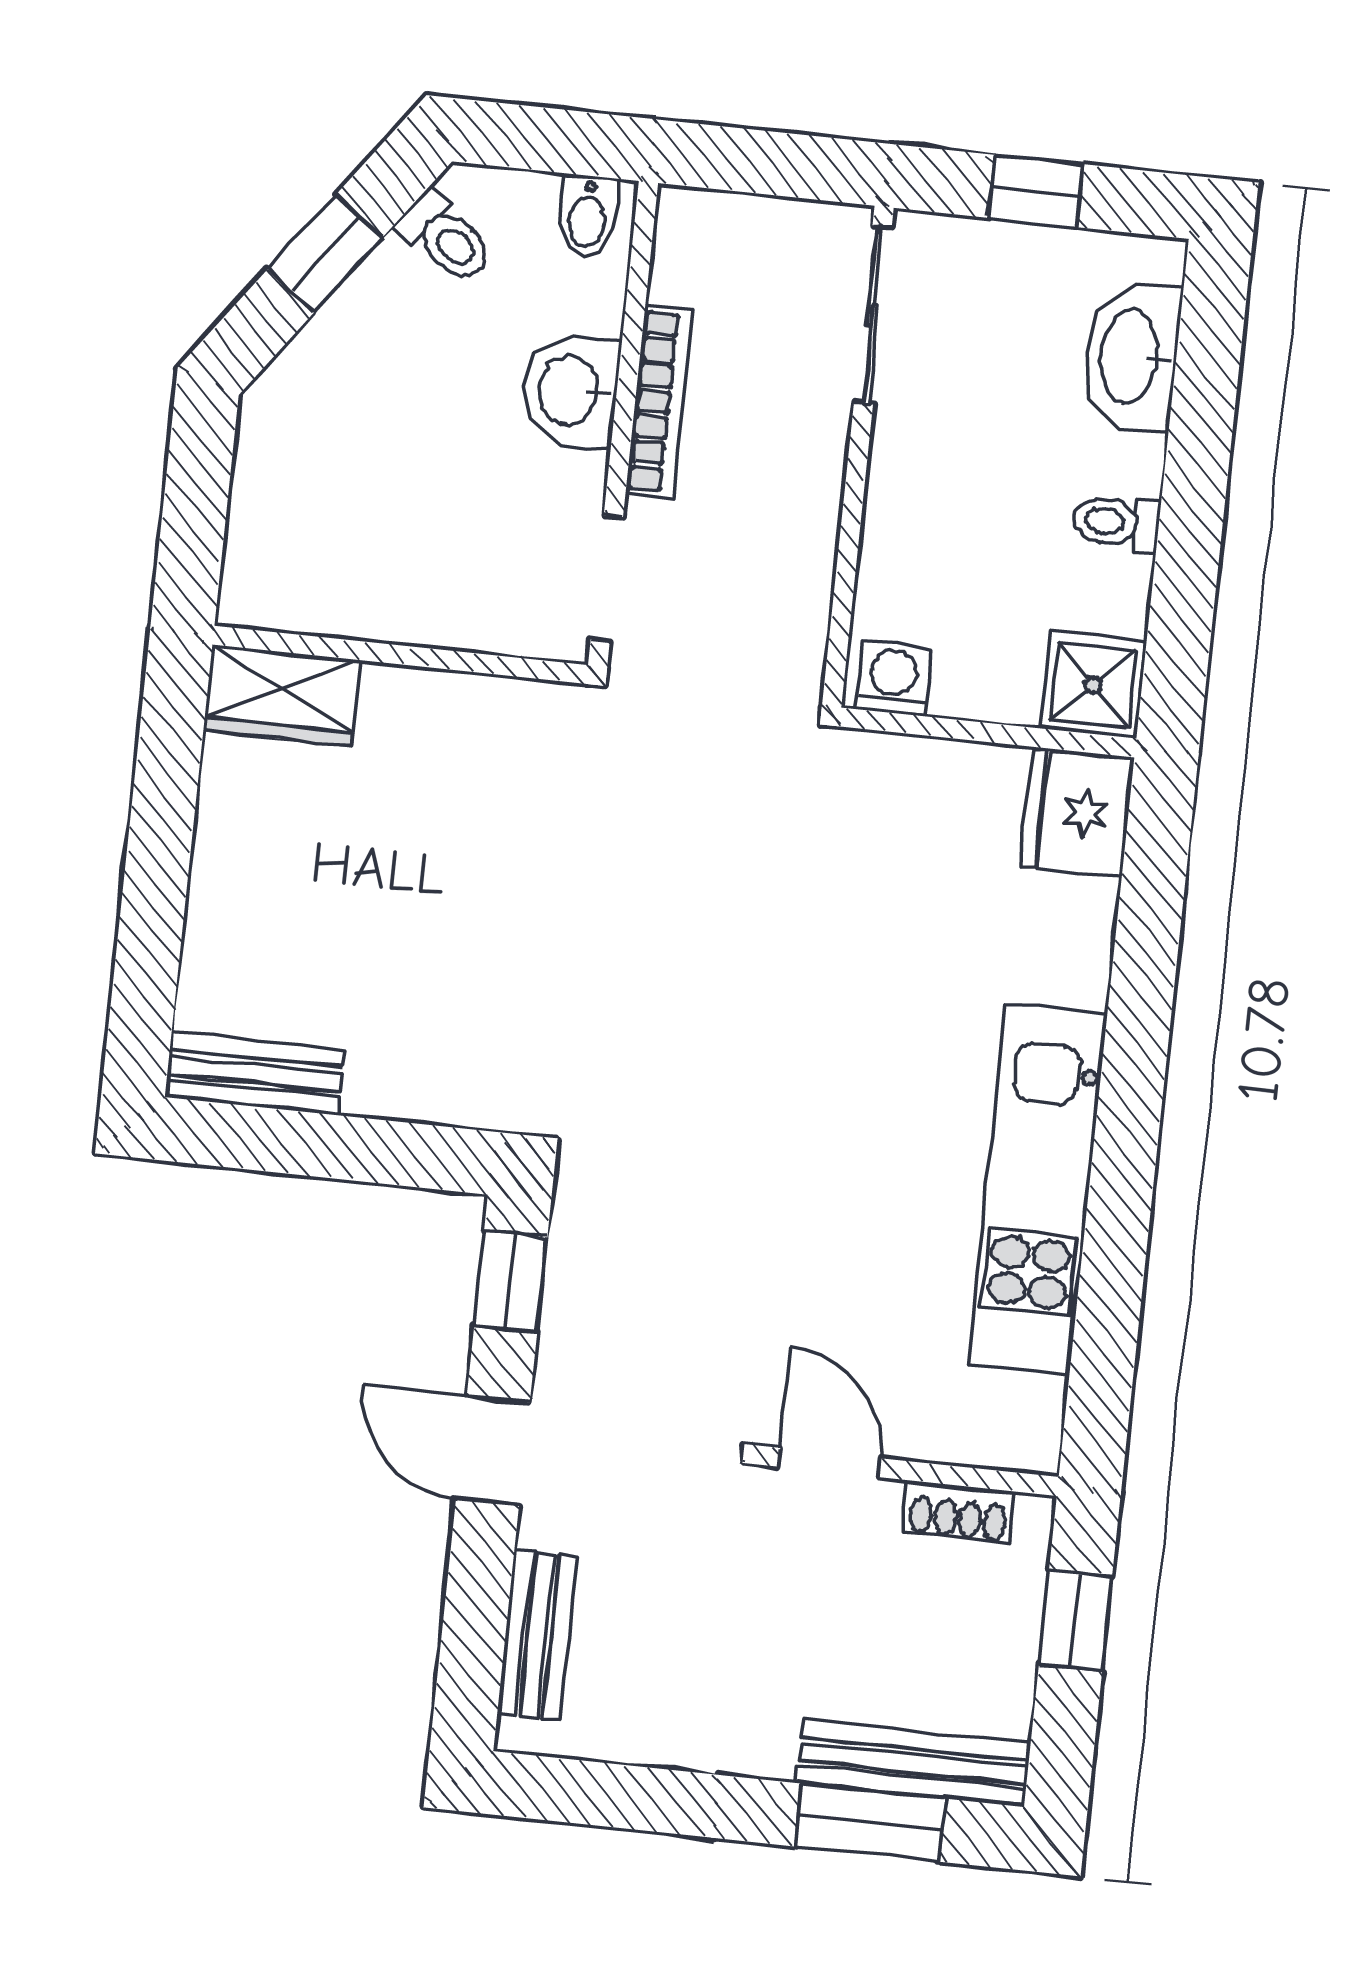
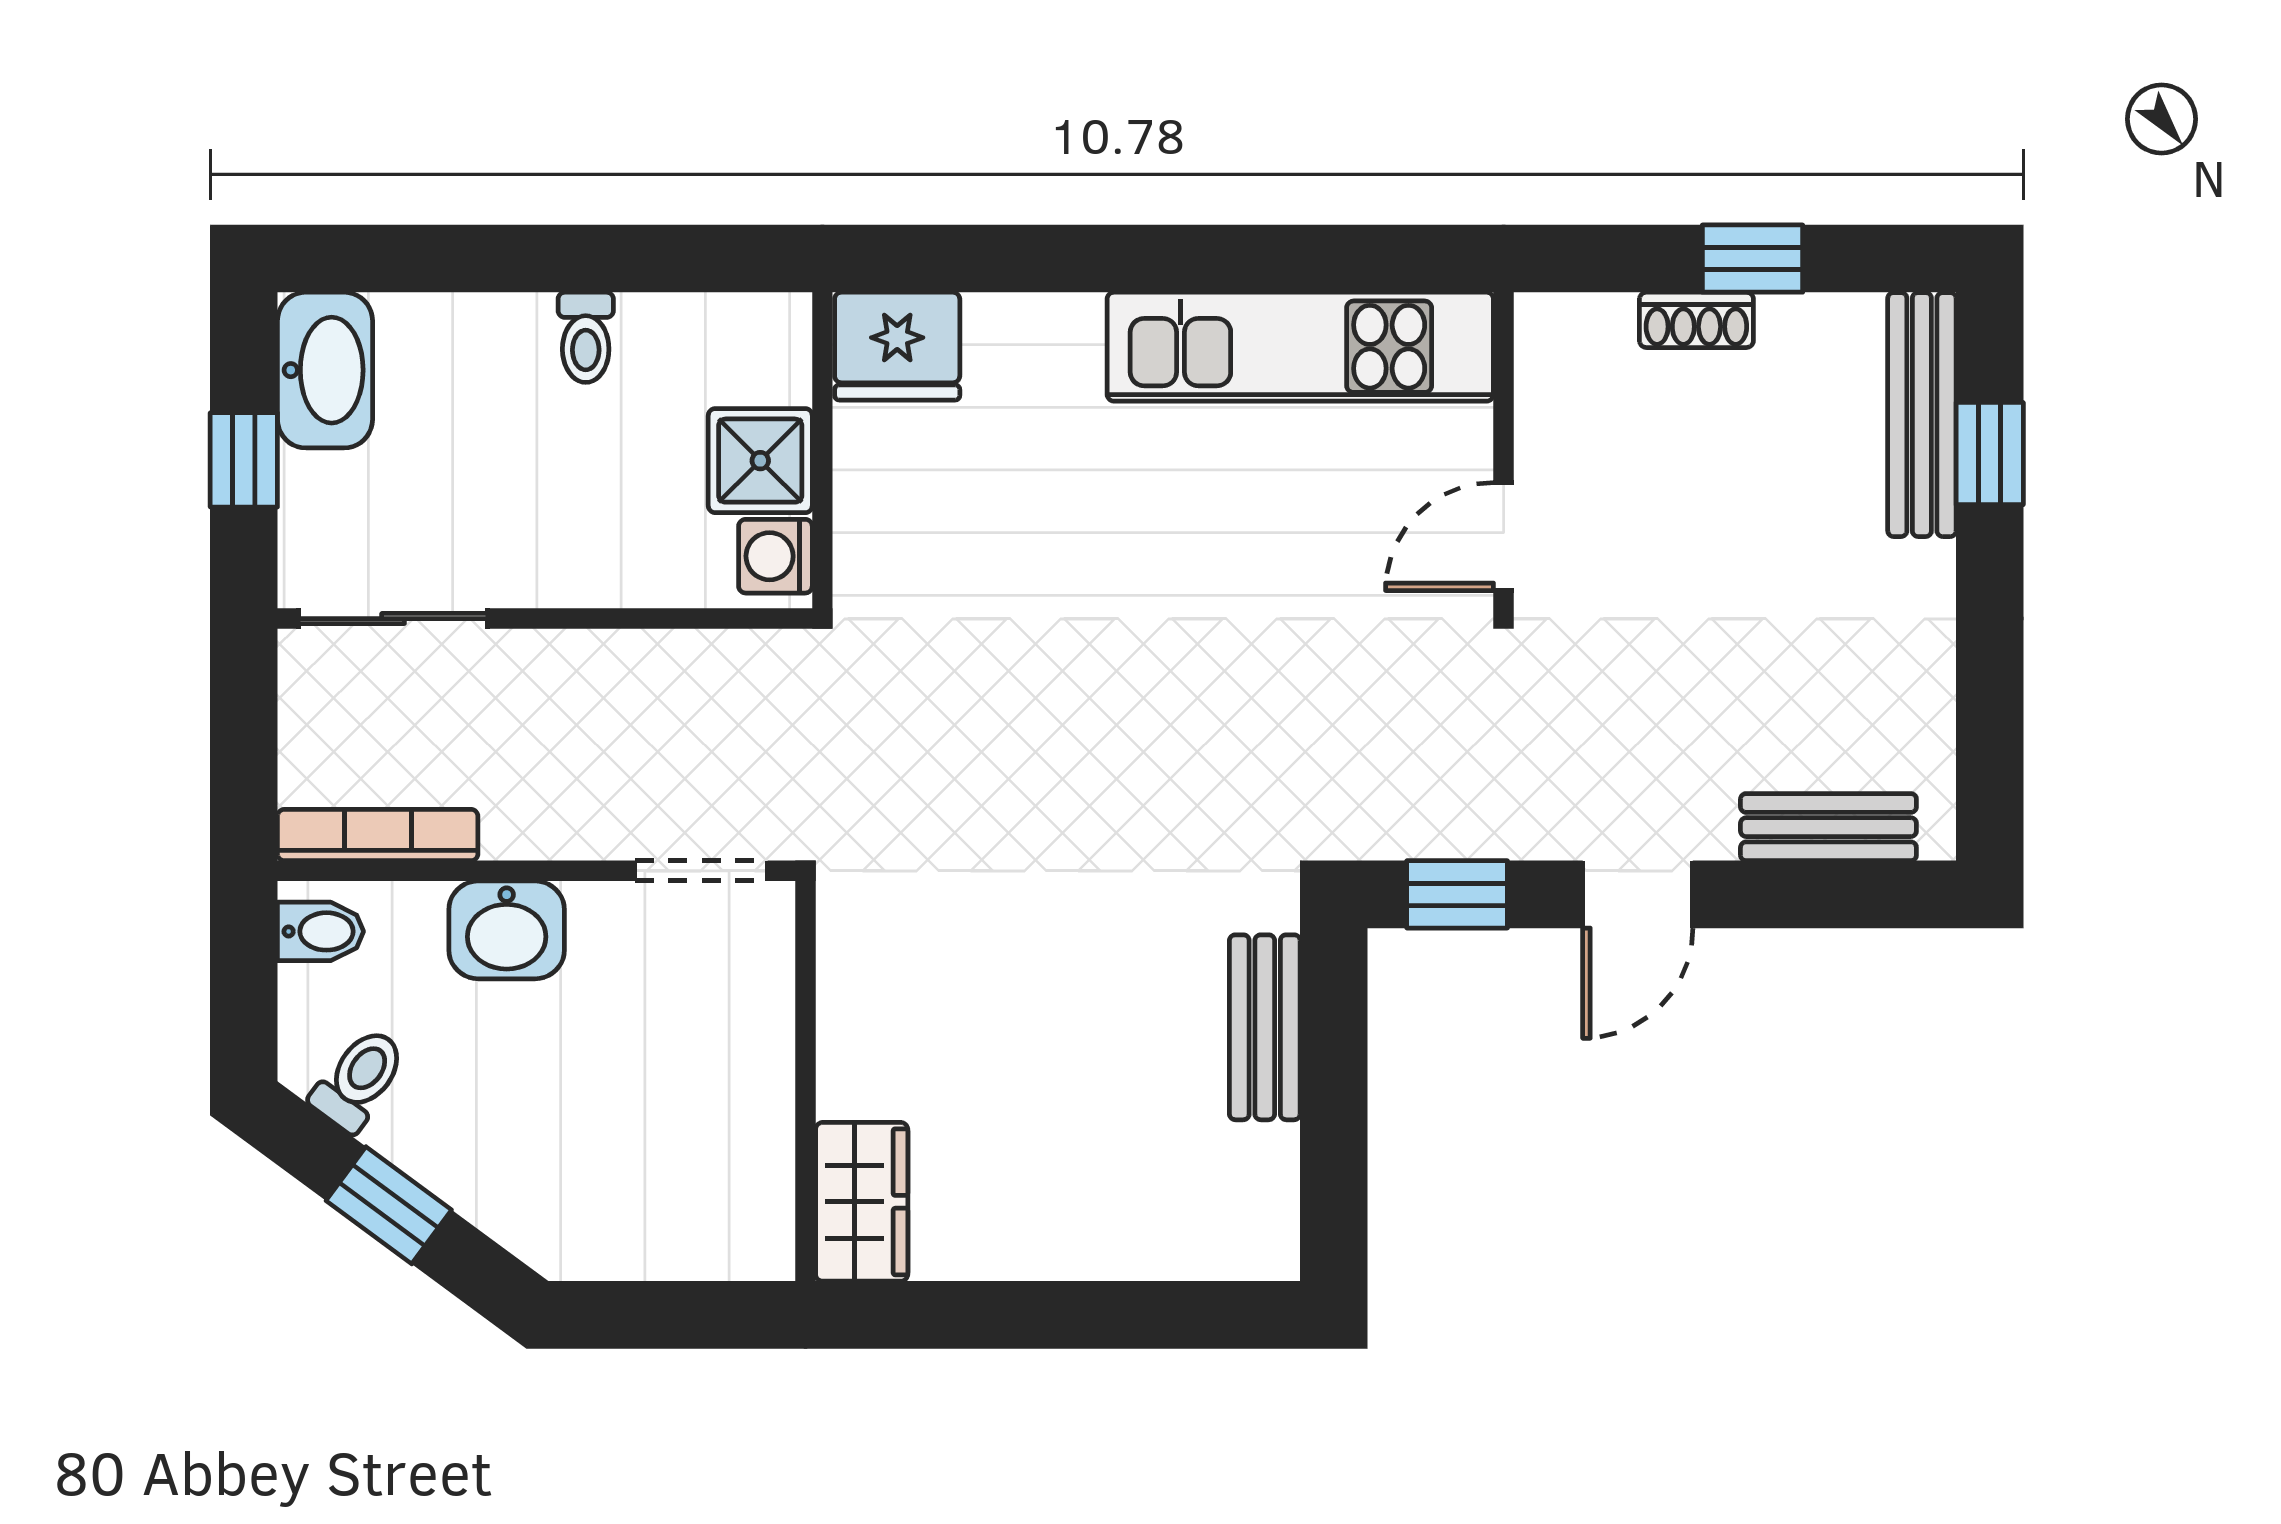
washbasin: (1132, 357) -> (325, 370), moved, turned -90
bookcase: (659, 402) -> (378, 835), moved
shower: (1093, 685) -> (760, 461), moved
bench: (255, 1073) -> (1265, 1027), moved
door: (830, 1462) -> (1504, 537), moved
wall: (910, 1471) -> (1504, 450), moved
shoe rack: (958, 1512) -> (1696, 320), moved, turned 90
window: (870, 1823) -> (1990, 454), width x0.67

